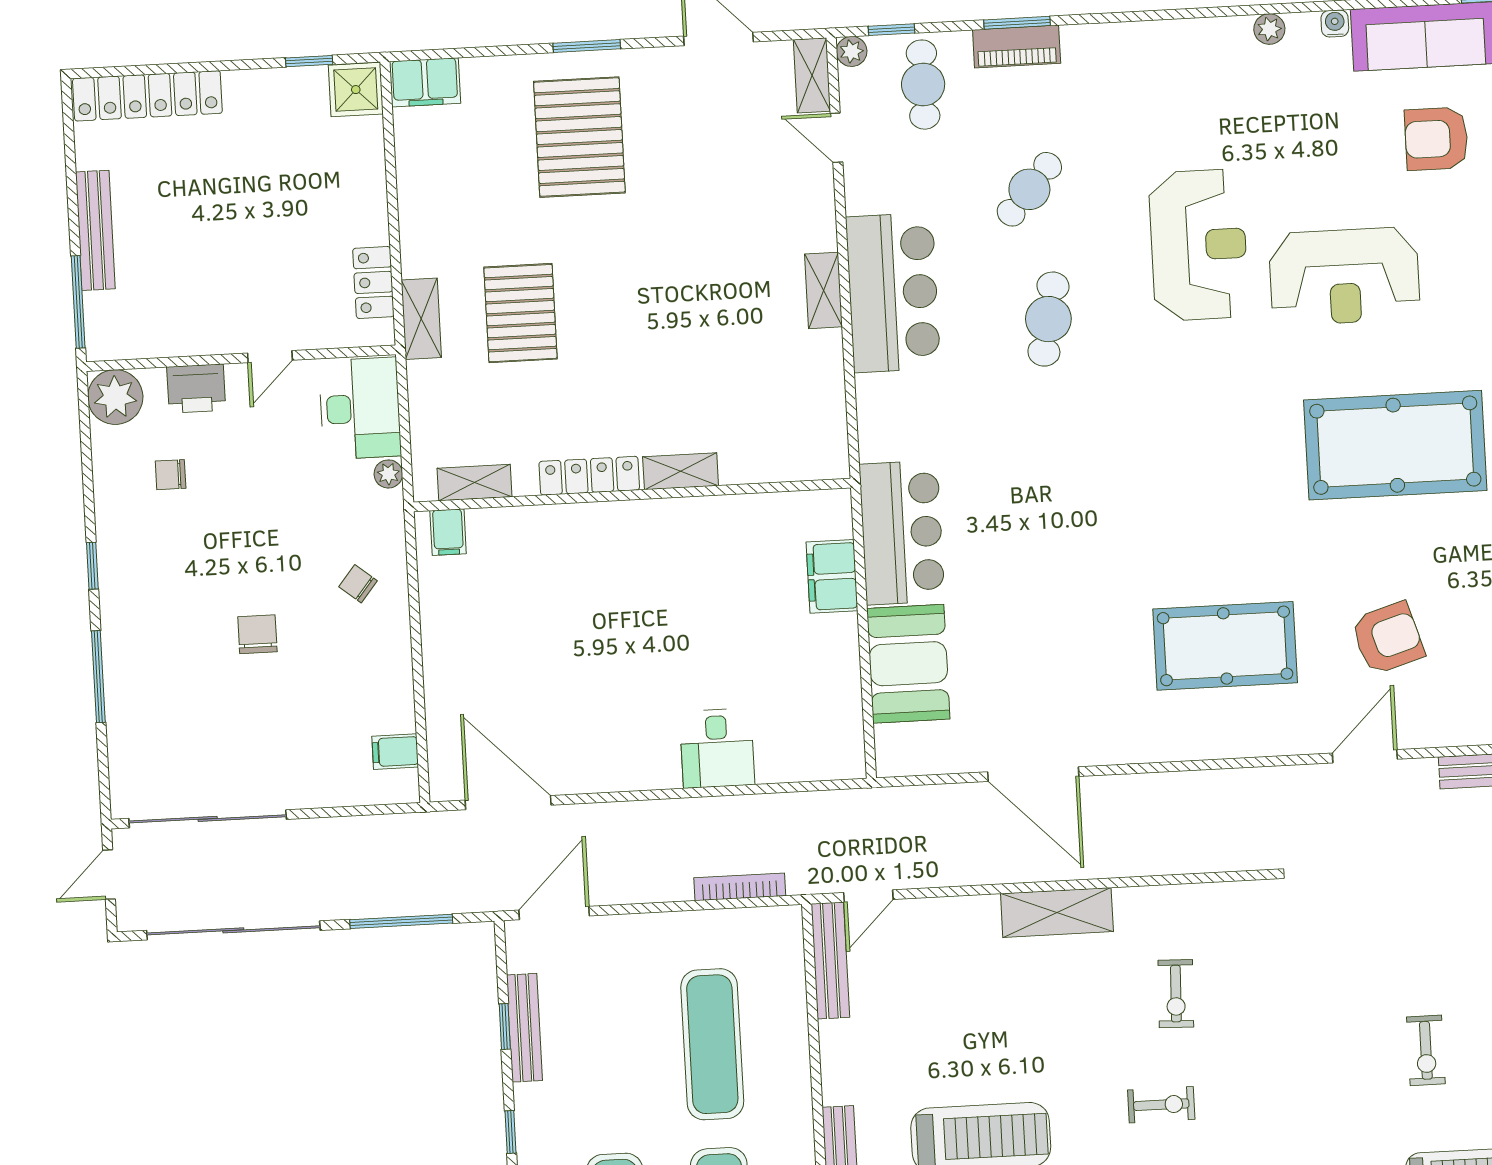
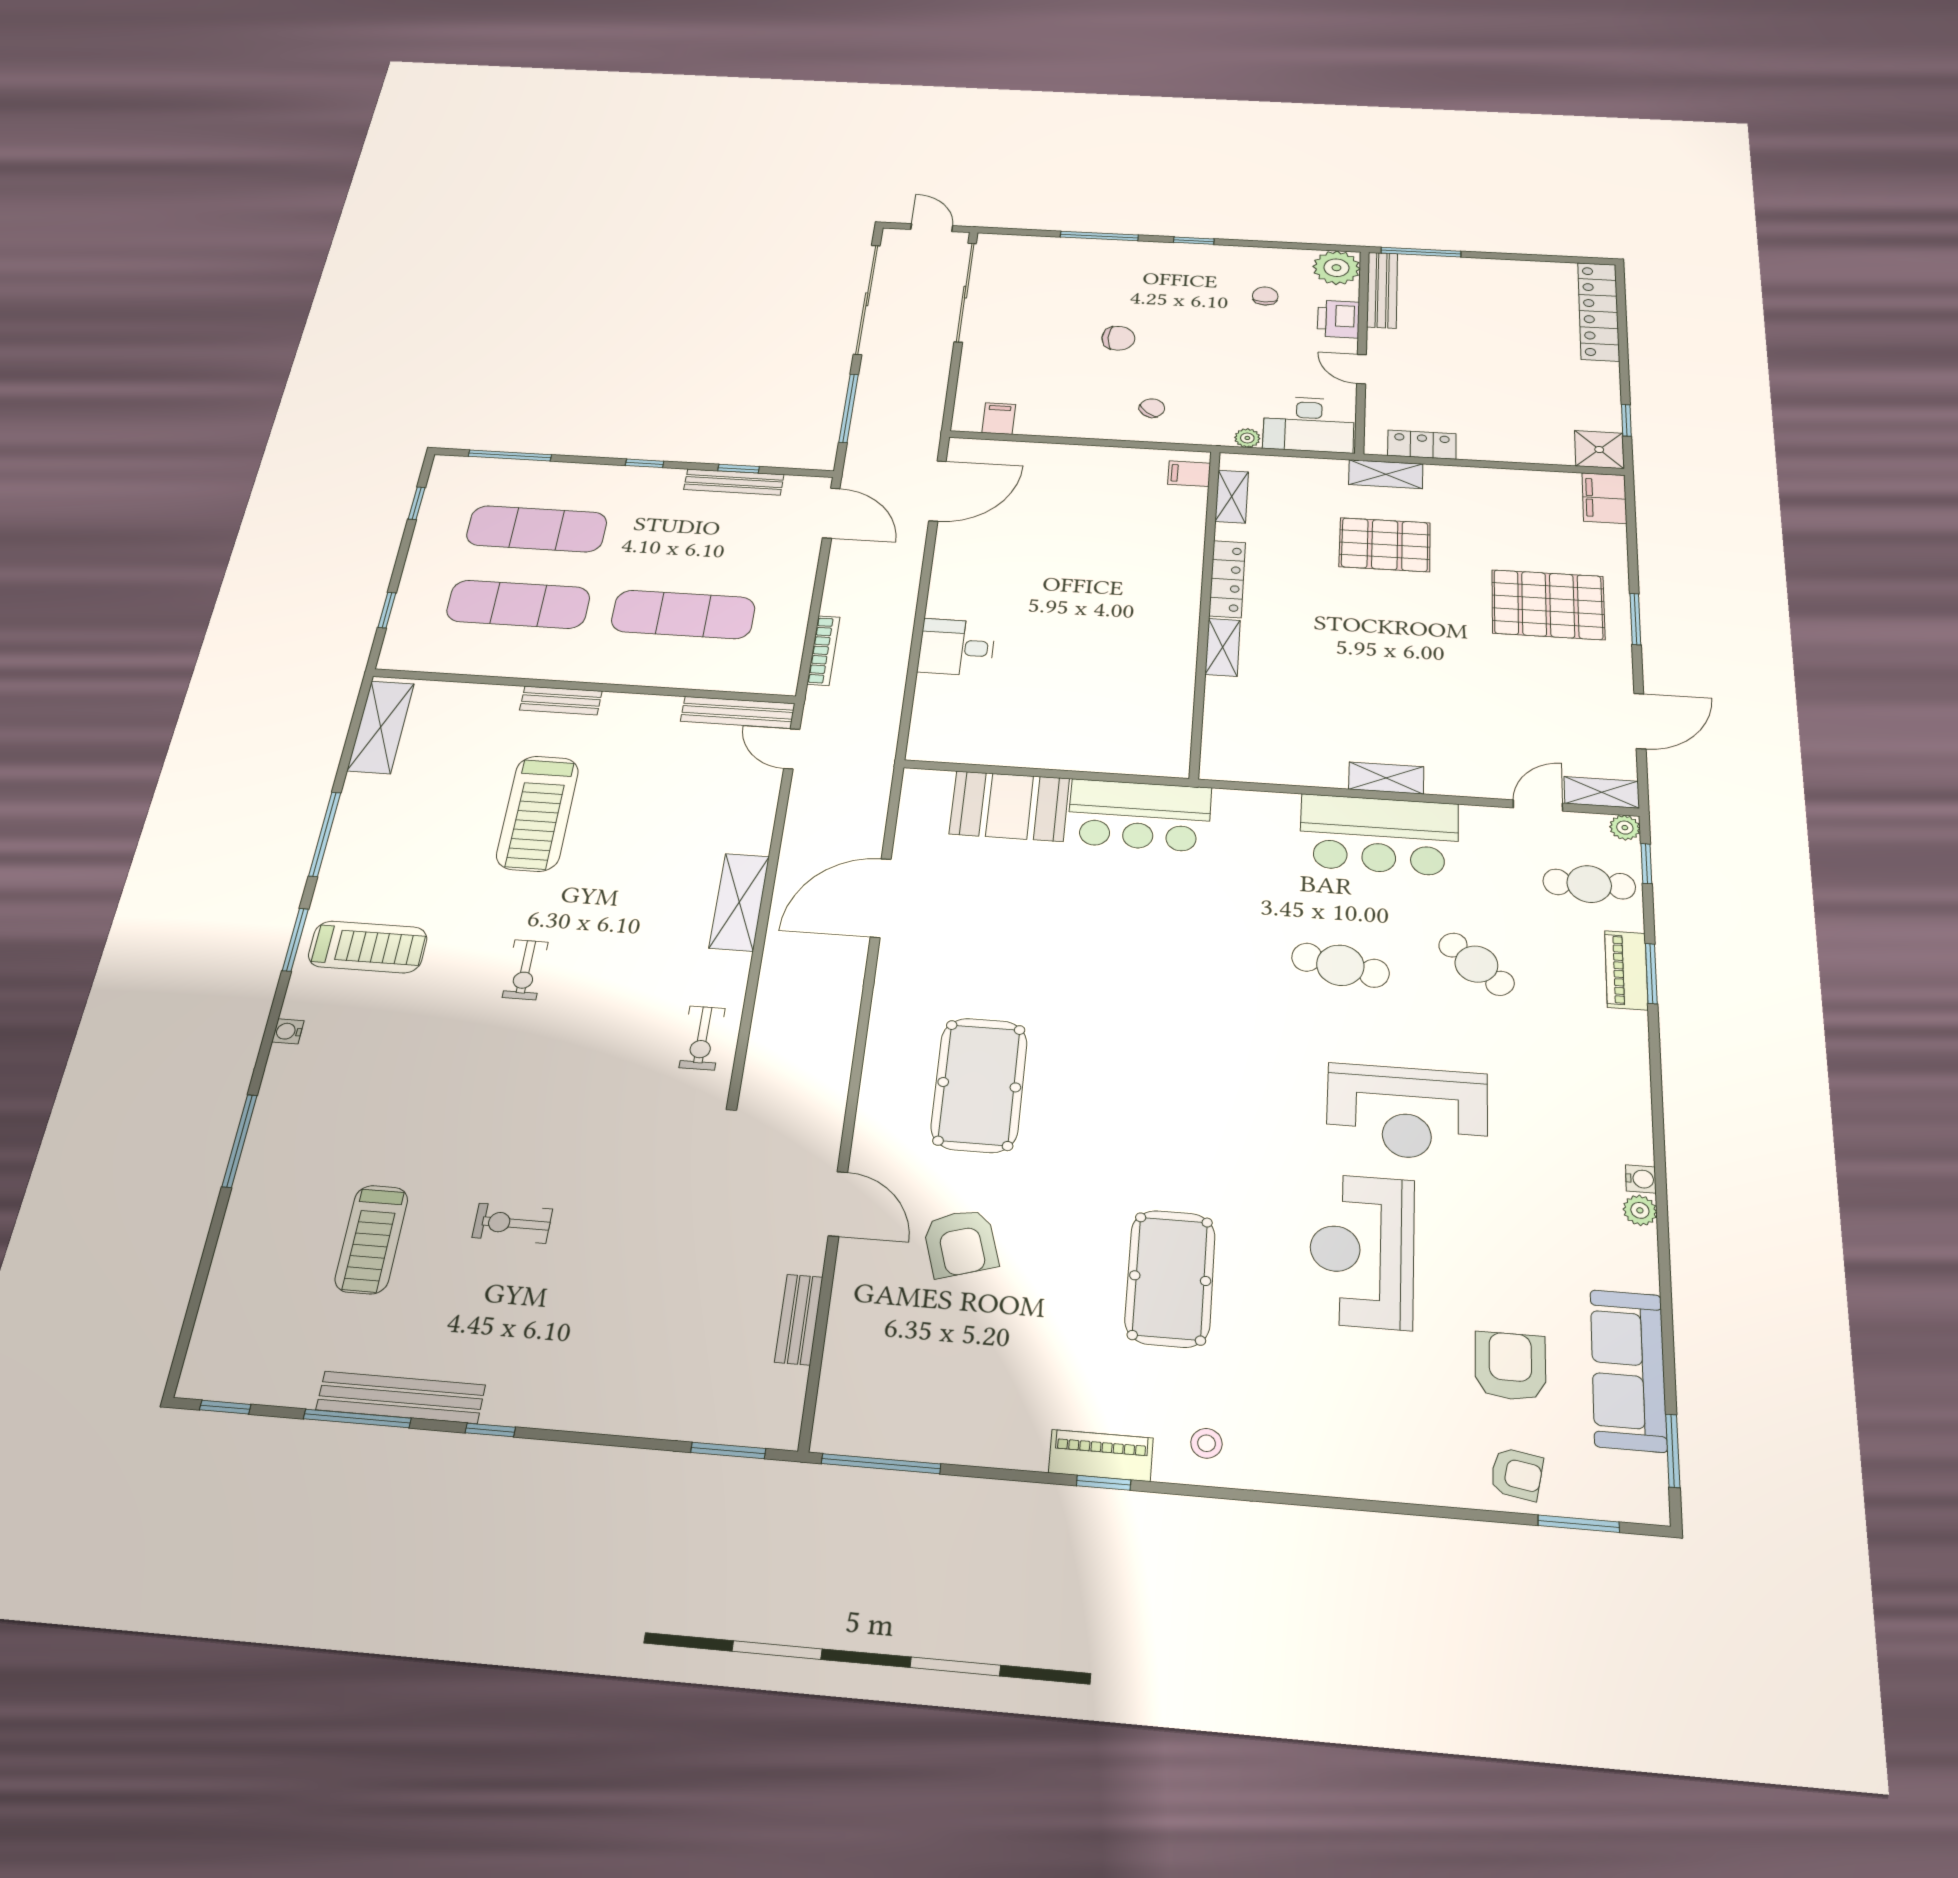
water cooler: (1335, 23) -> (1641, 1179), moved
bench: (95, 230) -> (1382, 290), moved, turned 90
pool table: (1395, 445) -> (1170, 1278), width x0.73, depth x0.76
filing cabinet: (832, 576) -> (1105, 754), removed
exercise bike: (1176, 994) -> (702, 1038), moved, turned -92

